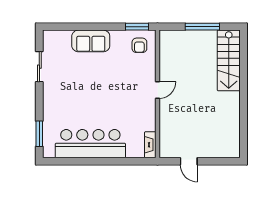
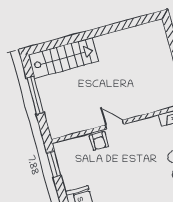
armchair: (139, 45) -> (99, 141), moved, turned 90

